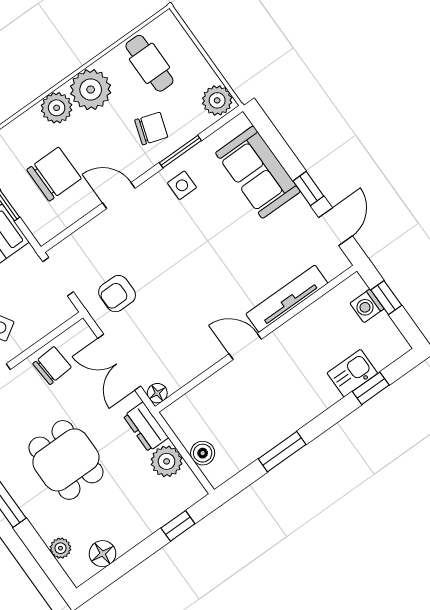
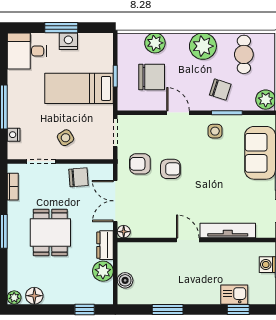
plant: (57, 108) -> (155, 43), moved
armchair: (160, 273) -> (170, 169), added
plant: (60, 548) -> (14, 297), moved

